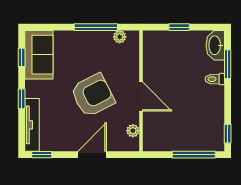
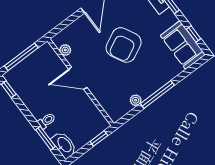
wall: (141, 91) -> (81, 82), moved
door: (141, 96) -> (78, 78), moved
plant: (133, 131) -> (65, 50), moved

